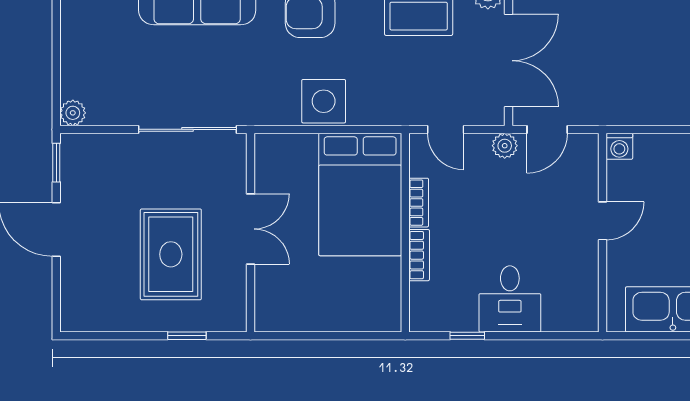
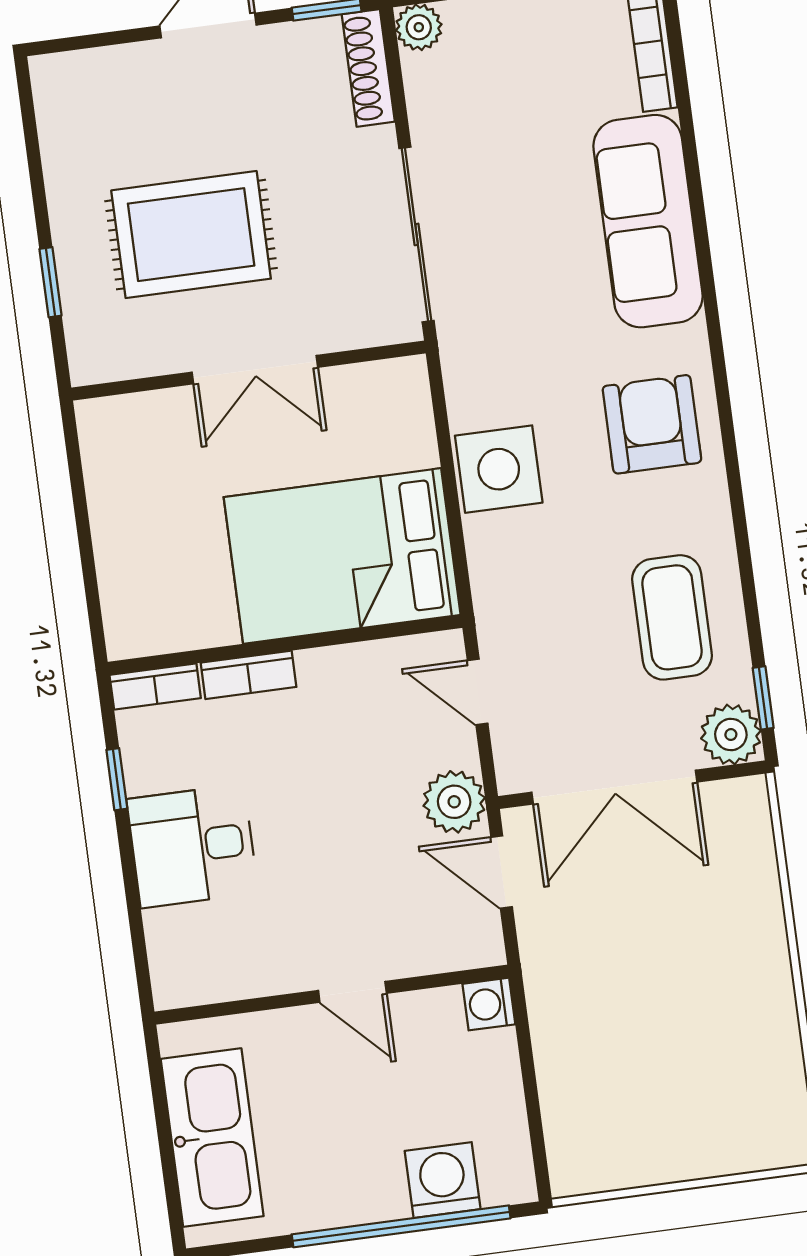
door: (446, 129) -> (478, 692), hinge flipped
shoe rack: (92, 144) -> (368, 68), added
plant: (505, 146) -> (454, 802), width x1.38, depth x1.38
bookcase: (419, 203) -> (155, 686), moved

